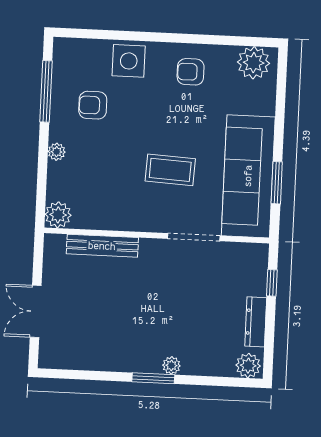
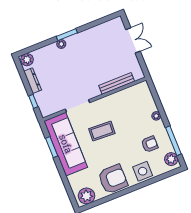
armchair: (191, 72) -> (113, 179), width x1.88, depth x1.88
plant: (58, 215) -> (171, 159), moved

